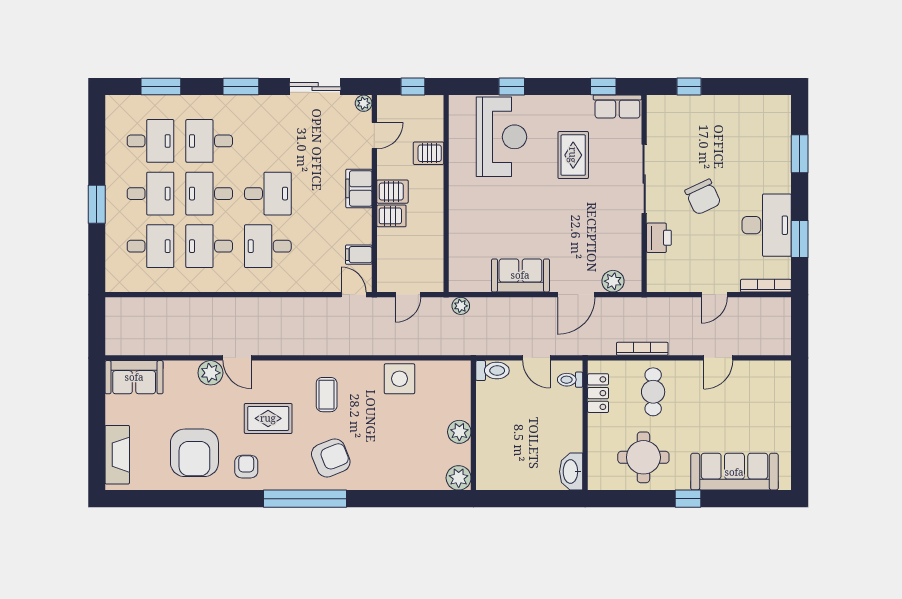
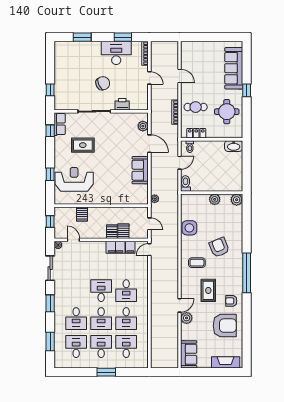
filing cabinet: (359, 188) -> (116, 247), moved
server rack: (392, 192) -> (123, 231), moved
armchair: (331, 458) -> (219, 247), moved

